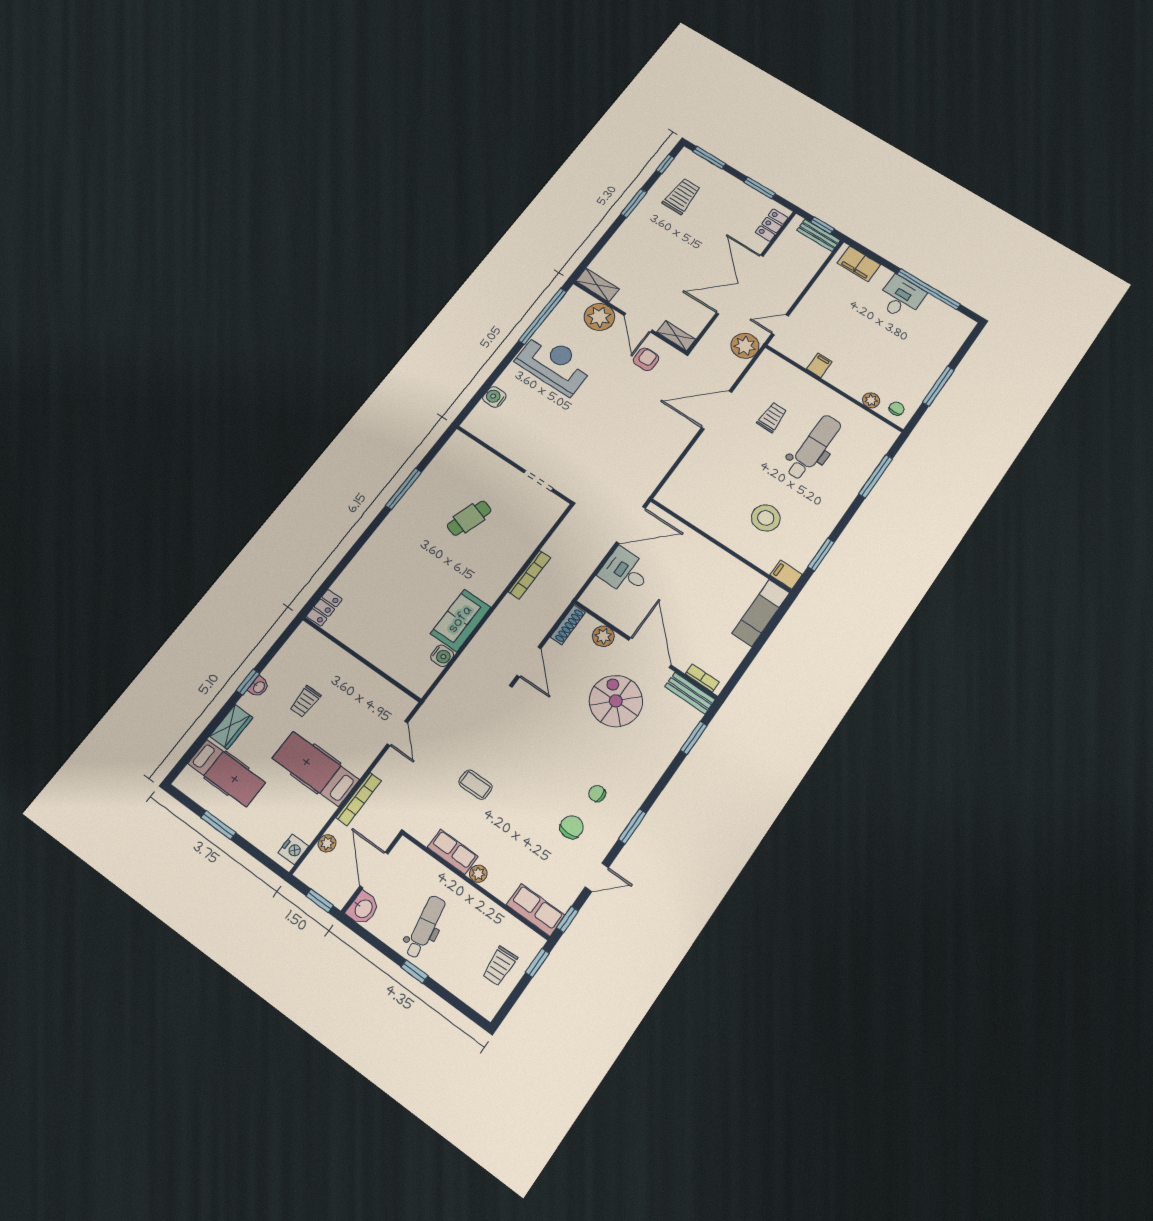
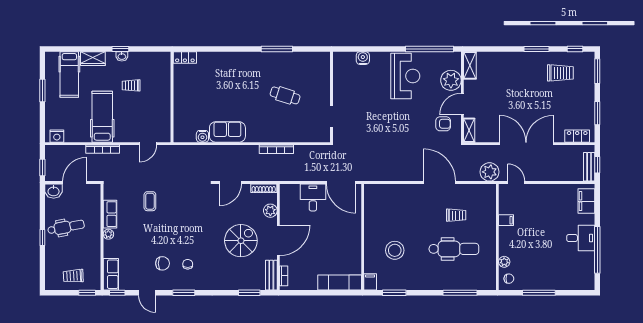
plant: (327, 843) -> (71, 150), removed

